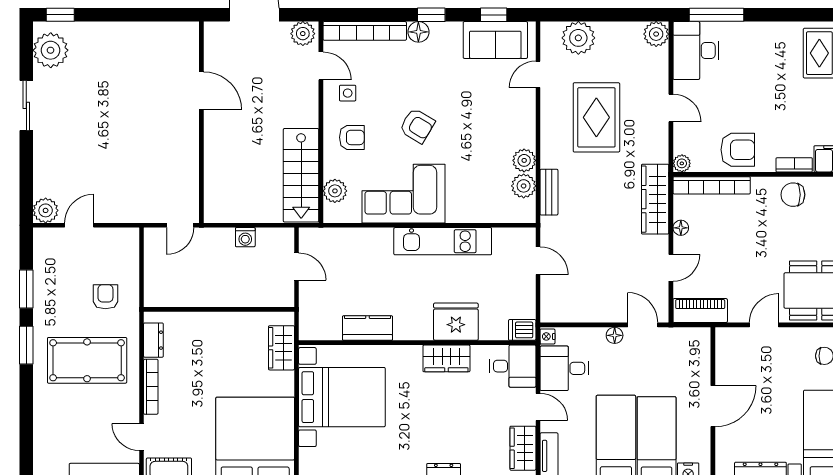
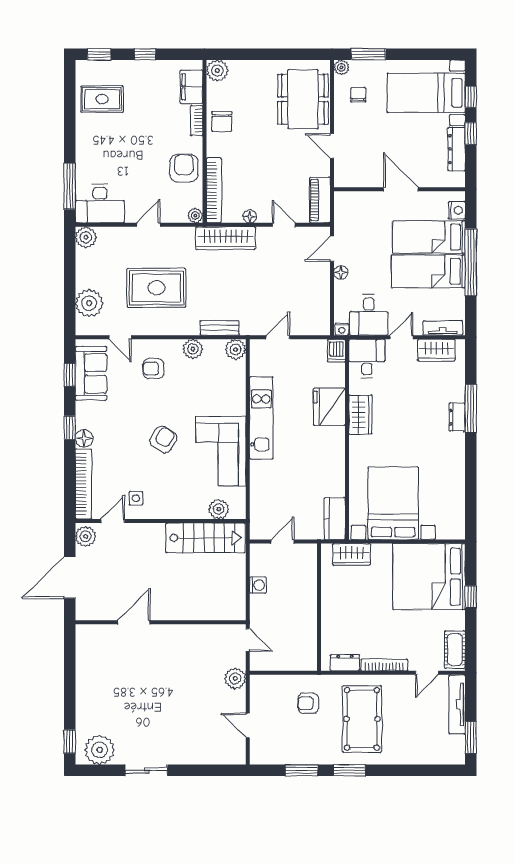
armchair: (352, 137) -> (153, 368), moved, turned -90
plant: (524, 186) -> (236, 349), moved
plant: (46, 210) -> (235, 679), moved
kitchen counter: (368, 328) -> (335, 519), moved

